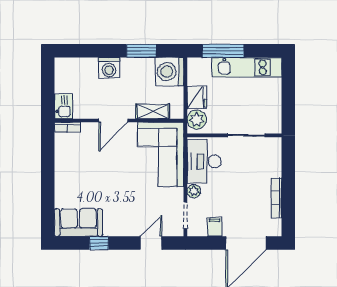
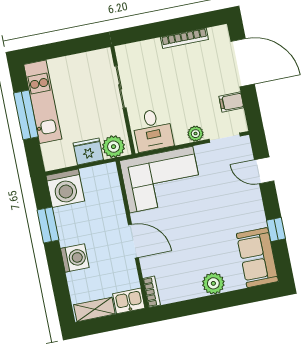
window: (223, 51) -> (26, 115), moved
shelving: (153, 111) -> (94, 309), moved, turned 90
desk: (204, 161) -> (153, 130), width x0.73
plant: (64, 181) -> (213, 283), added

